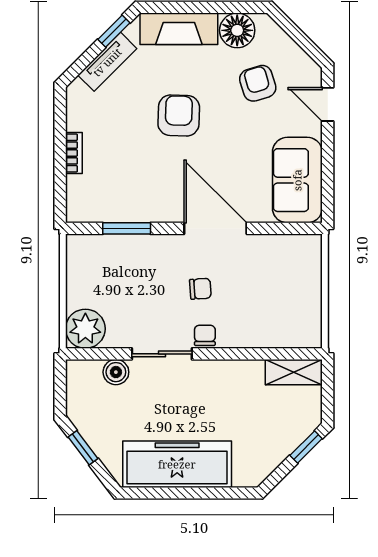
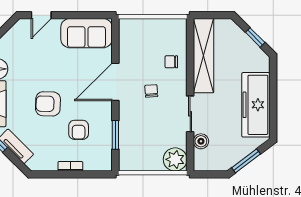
armchair: (258, 83) -> (79, 130), moved, turned -73
chair: (205, 335) -> (171, 62), moved
shelving: (294, 372) -> (203, 56), width x2.20, depth x1.33
window: (306, 447) -> (255, 37), moved
window: (83, 448) -> (246, 161), width x1.50

